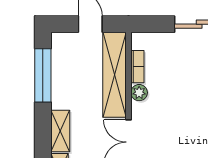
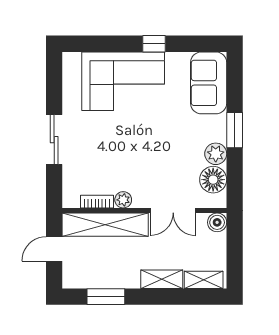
window: (43, 75) -> (106, 297), width x0.69

